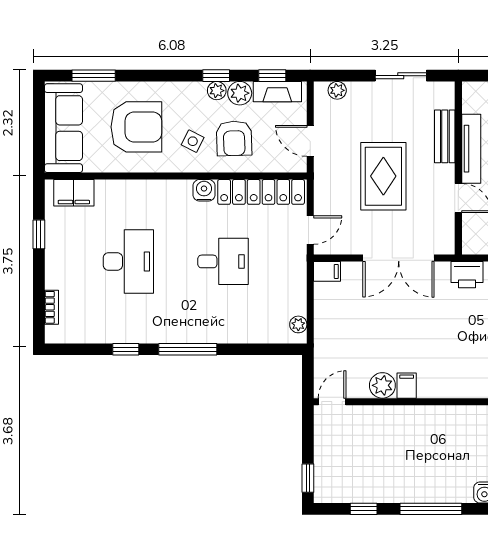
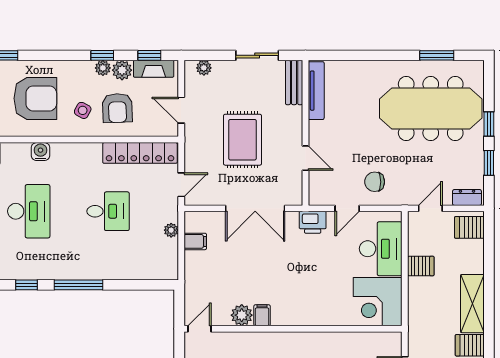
bench: (445, 136) -> (294, 83), moved
tv unit: (471, 149) -> (316, 91), moved
water cooler: (204, 190) -> (40, 152), moved
filing cabinet: (327, 271) -> (195, 241), moved
plant: (298, 324) -> (171, 230), moved

